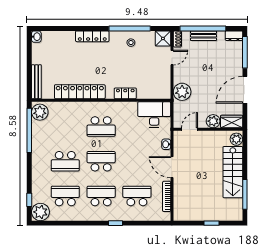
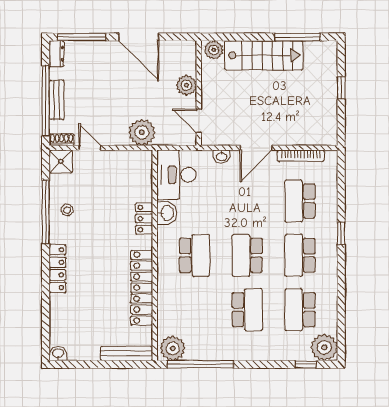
washbasin: (129, 108) -> (167, 213), added
wardrobe: (232, 122) -> (187, 57), removed

